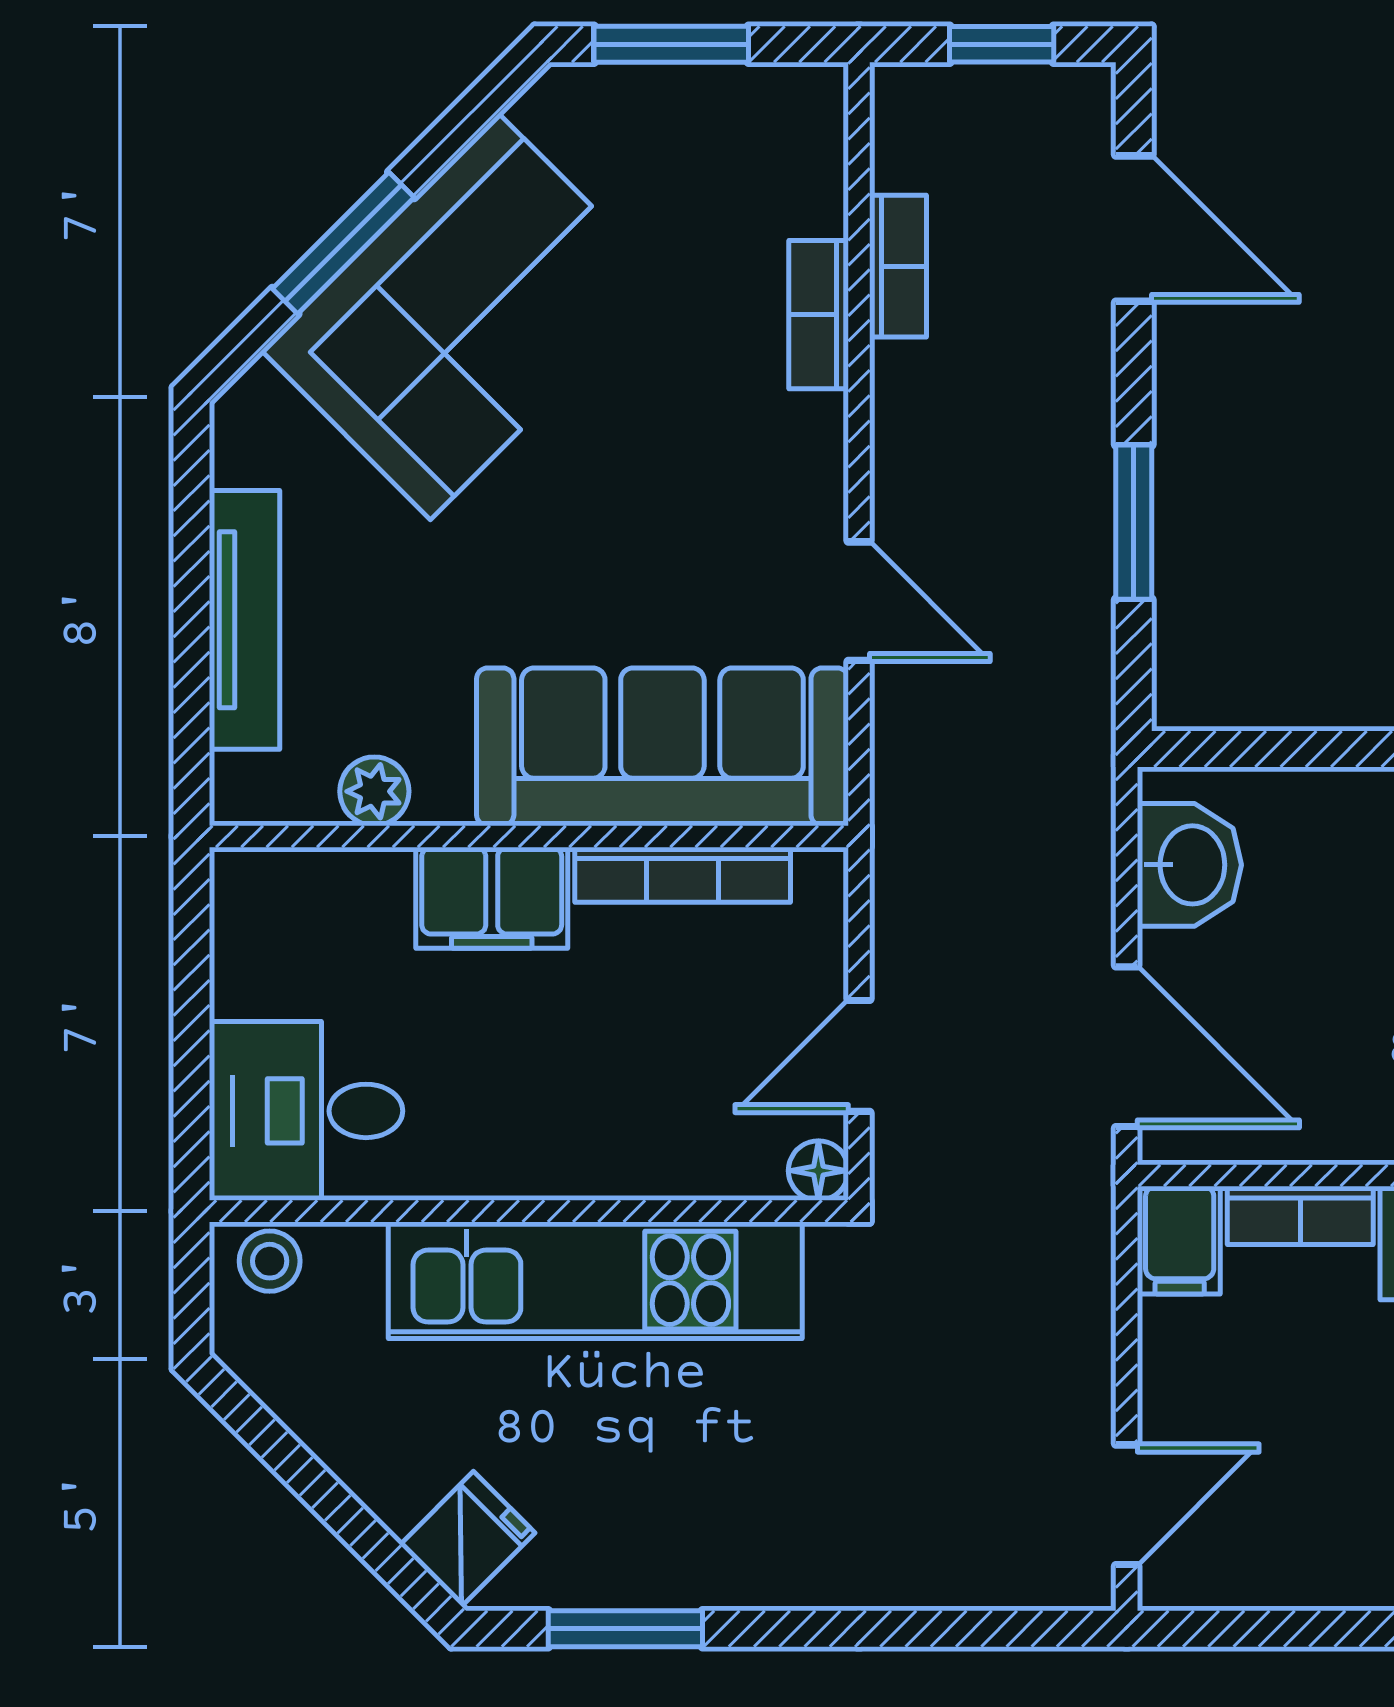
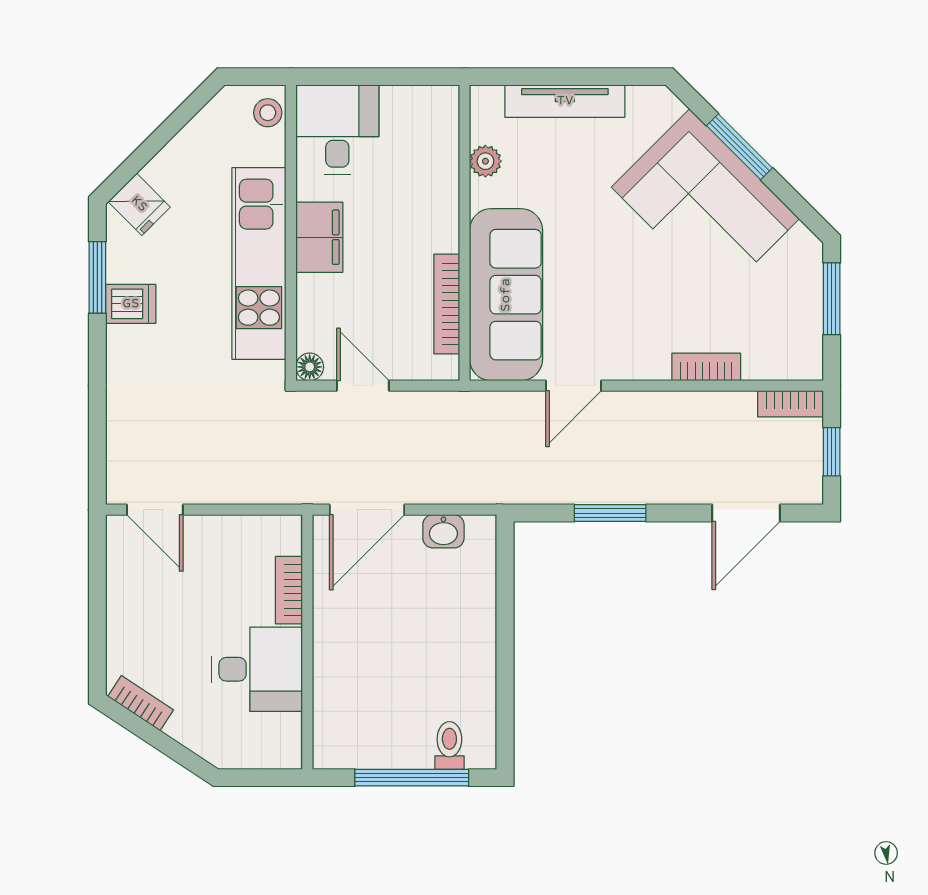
bookcase: (898, 266) -> (790, 404), moved
washbasin: (1189, 865) -> (443, 531), width x0.72, depth x0.69
filing cabinet: (492, 898) -> (319, 237), moved, turned 180
filing cabinet: (1180, 1240) -> (277, 534), removed
dishwasher: (682, 1557) -> (131, 304), added

